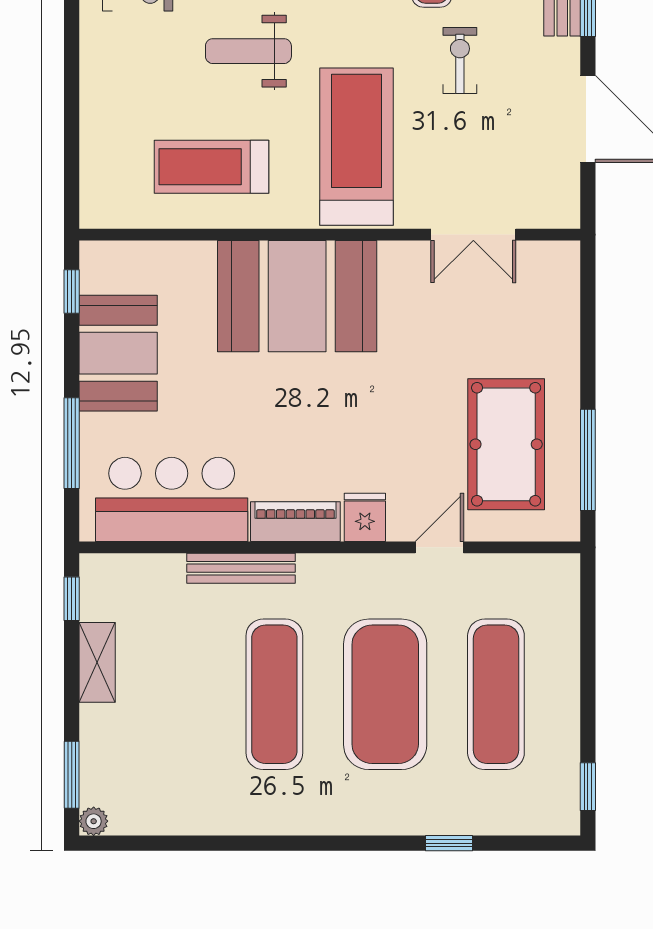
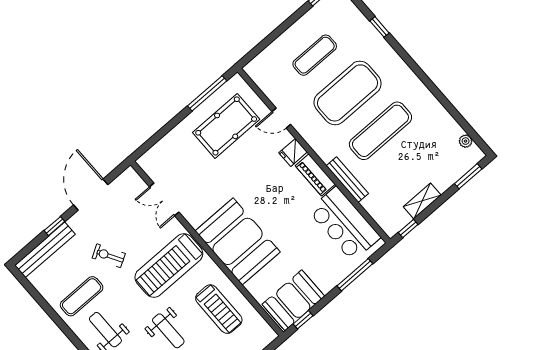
exercise bike: (460, 61) -> (109, 256), turned 60
double door: (473, 235) -> (164, 199), swing flipped
booth: (118, 353) -> (293, 300), moved
exercise mat: (496, 694) -> (315, 55), width x0.73, depth x0.69
plant: (94, 821) -> (466, 141), moved

